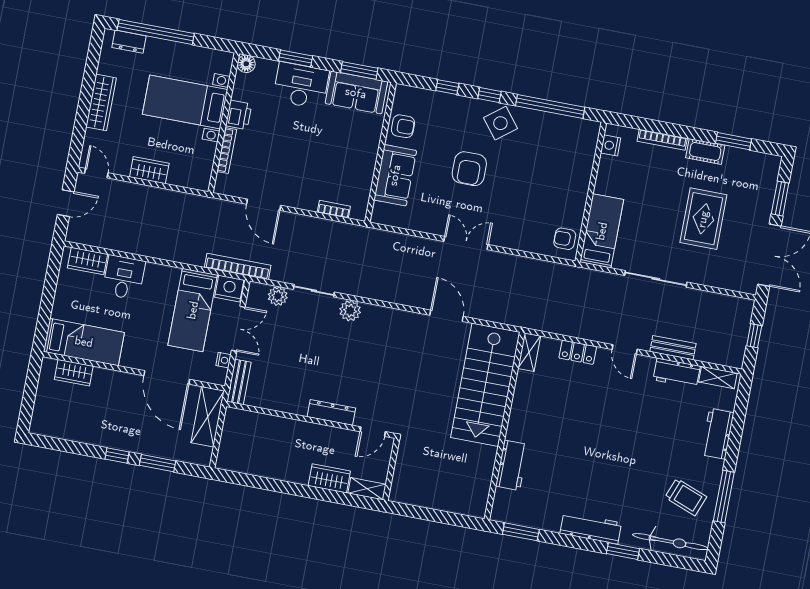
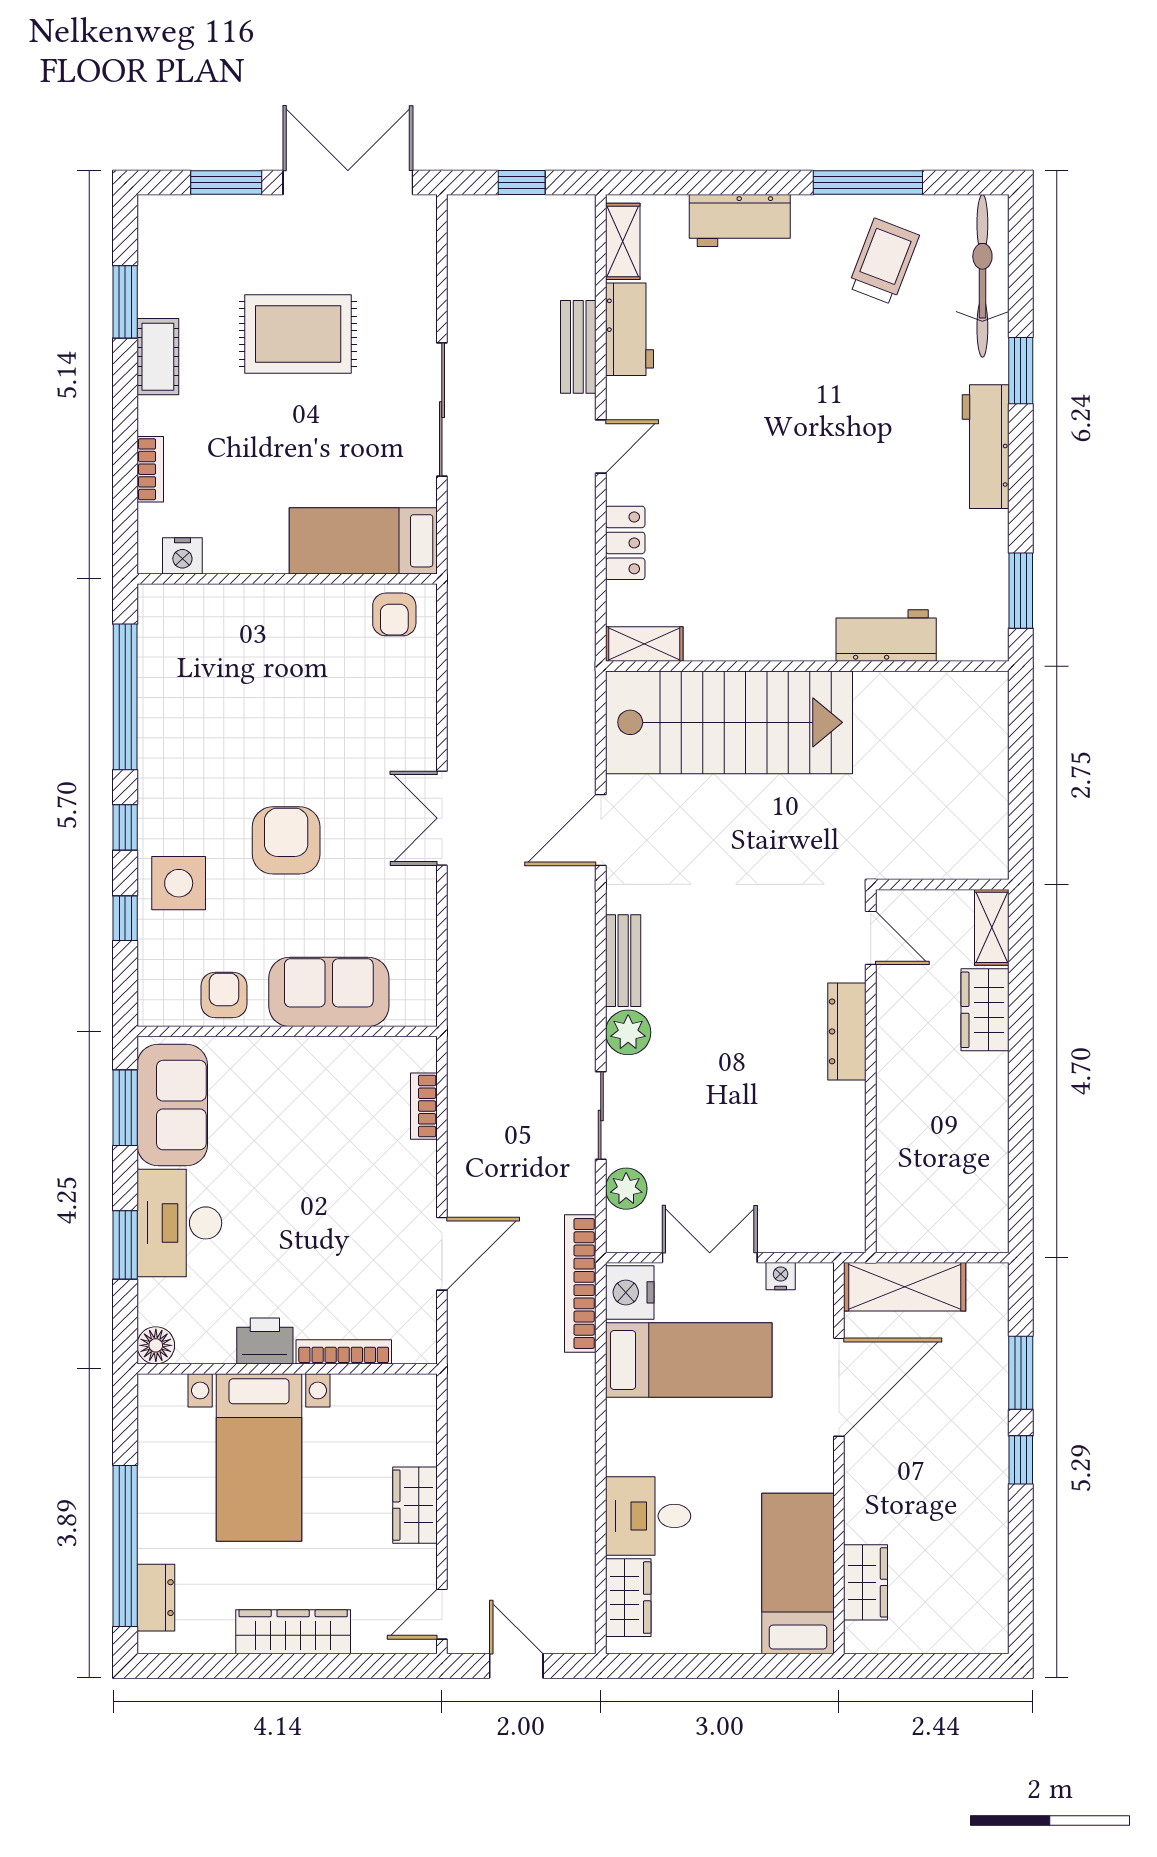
side table: (500, 123) -> (179, 883), moved, turned 38
bookcase: (662, 140) -> (150, 469), width x0.64
armchair: (469, 169) -> (286, 840), turned -90
bench: (239, 382) -> (623, 961), moved, turned 90

